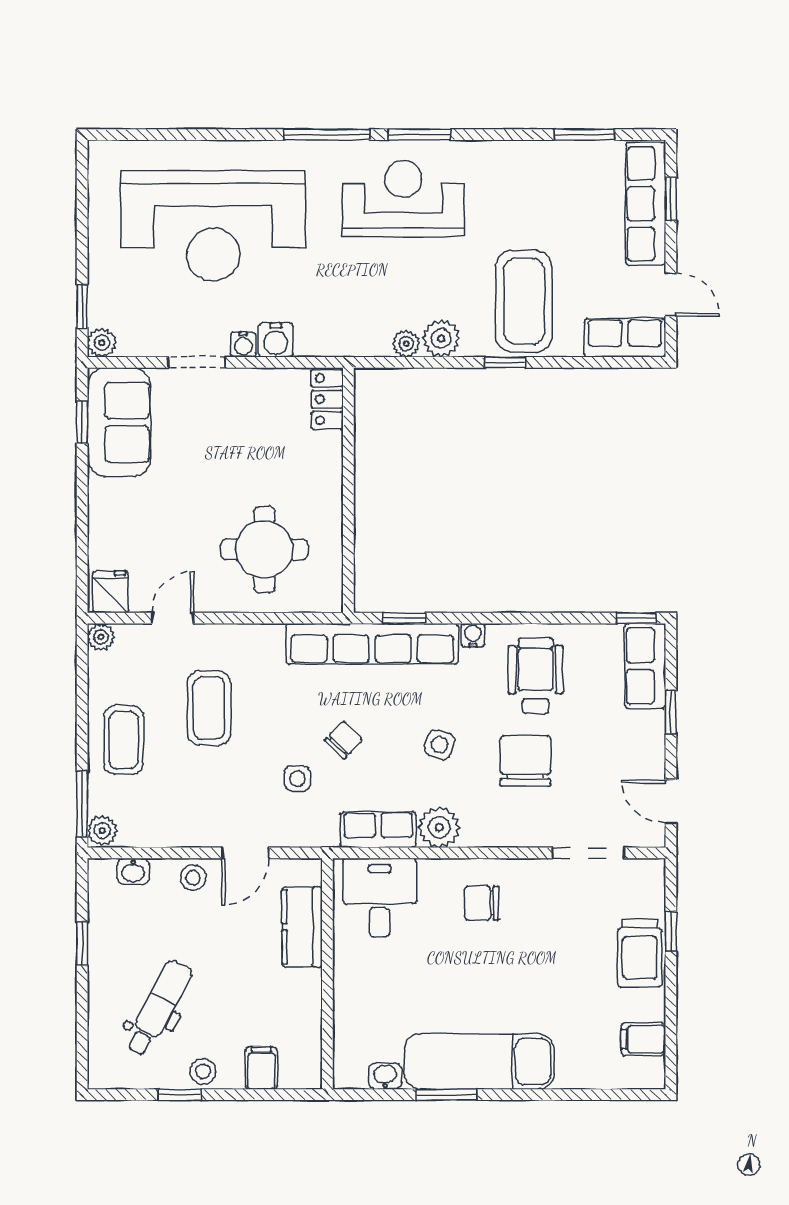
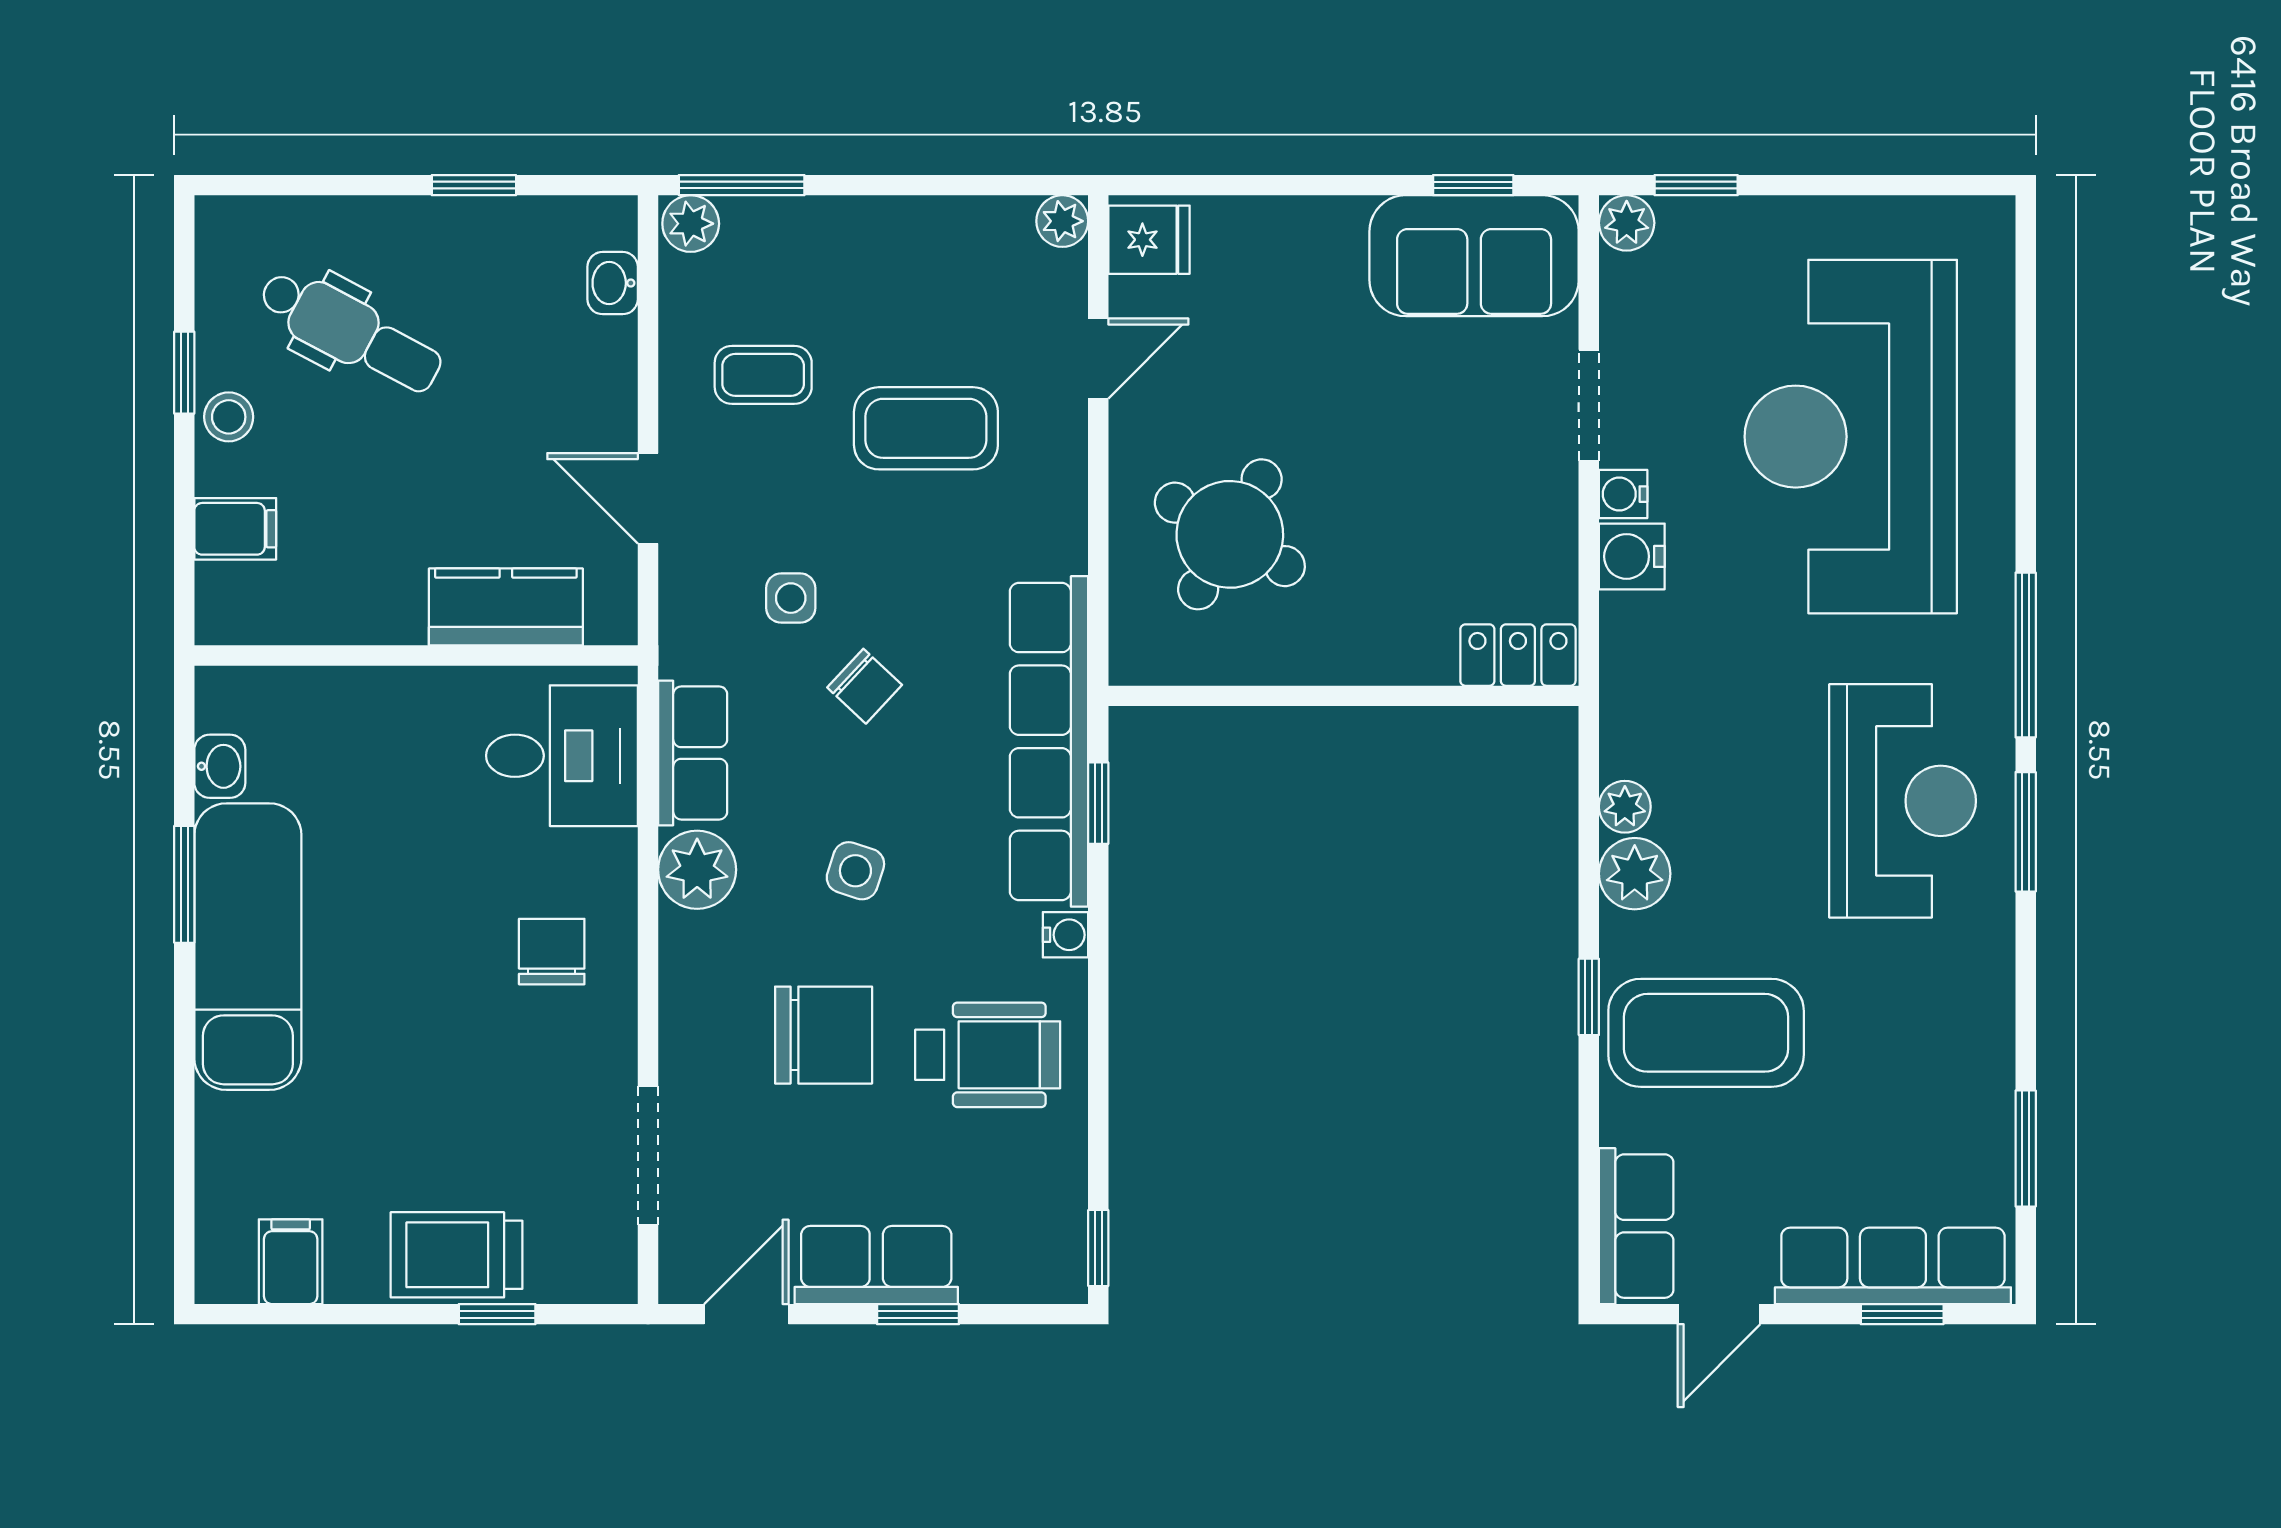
round table: (264, 550) -> (1230, 534), turned 30
door: (173, 618) -> (1098, 359), hinge flipped
row of seats: (645, 666) -> (876, 1265), moved
coffee table: (124, 740) -> (763, 375), moved, width x0.73, depth x0.77
stool: (193, 878) -> (600, 398), removed

